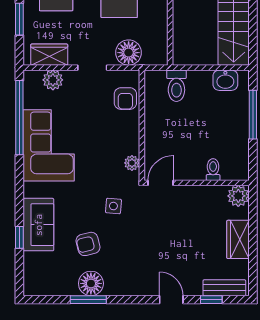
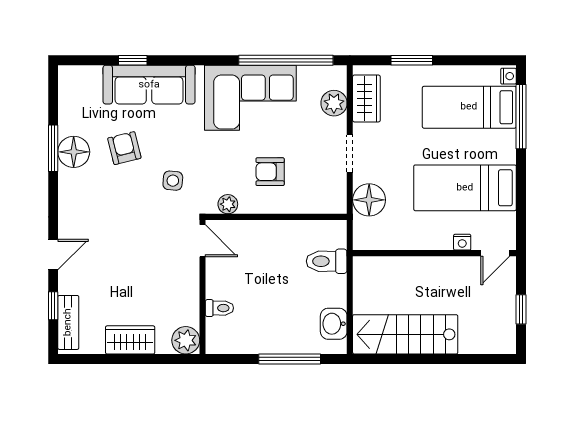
armchair: (125, 99) -> (270, 172), moved
sofa: (38, 225) -> (149, 85), width x1.36

